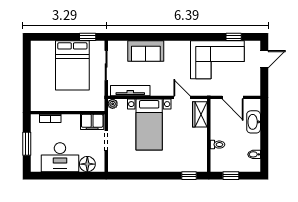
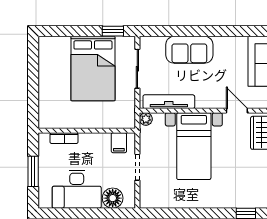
filing cabinet: (92, 122) -> (119, 143), width x0.50

